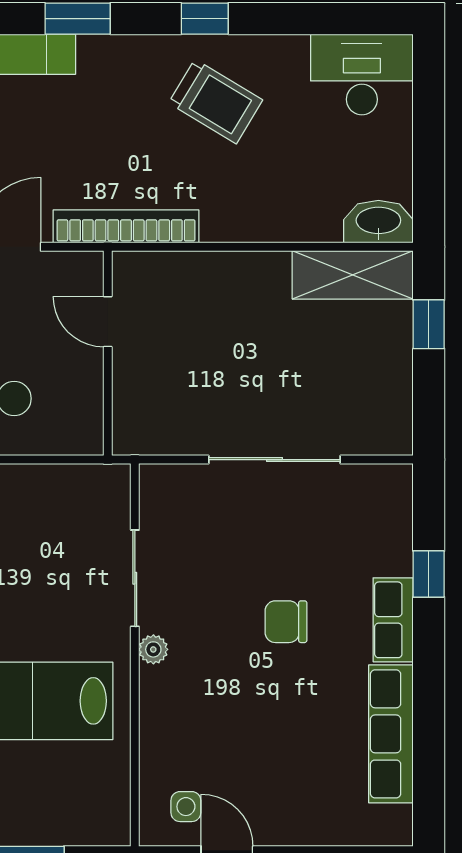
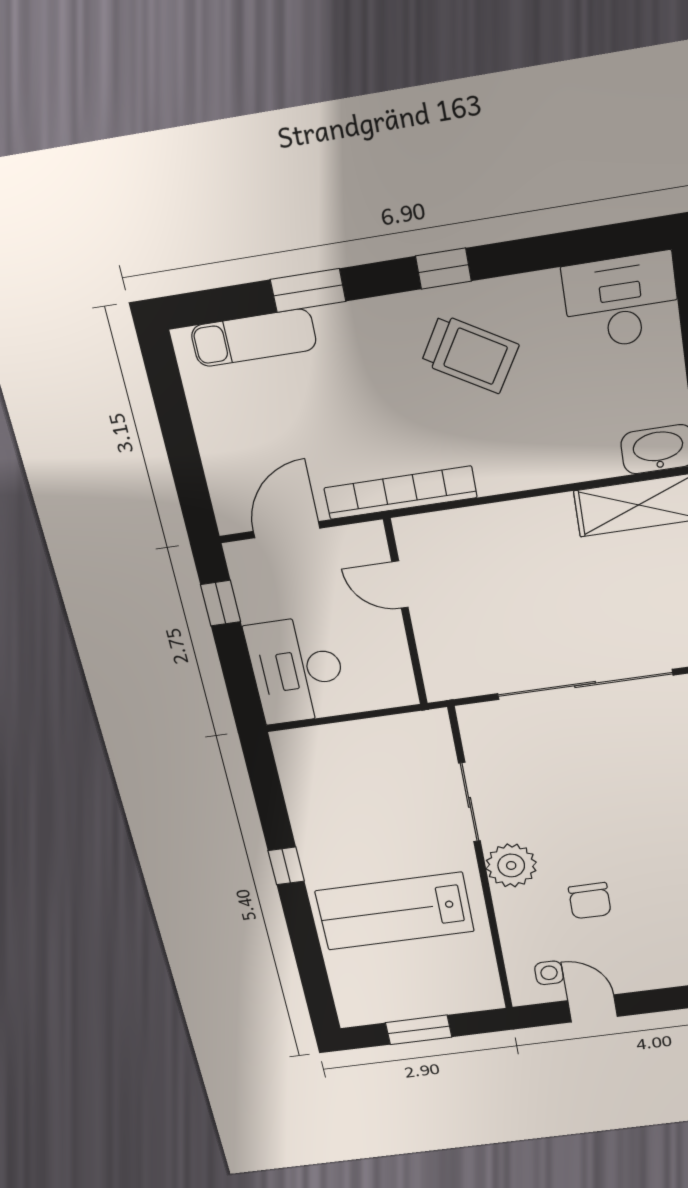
sliding door: (275, 460) -> (585, 684), width x1.36
chair: (286, 622) -> (590, 901), moved, turned -90
plant: (153, 649) -> (511, 865), width x1.88, depth x1.88

